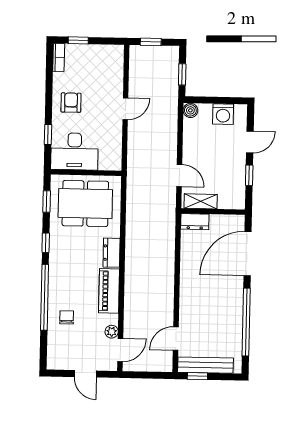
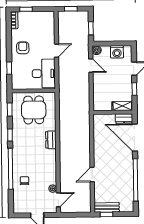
desk: (75, 151) -> (44, 73), moved, turned -90
door: (179, 175) -> (91, 66), moved
shelving: (201, 201) -> (122, 106), moved
dining table: (85, 204) -> (34, 110), width x0.73
dresser: (195, 222) -> (124, 119), moved
door: (248, 254) -> (135, 138), hinge flipped
piano: (109, 291) -> (50, 163), removed
door: (176, 339) -> (92, 175), moved
bench: (206, 365) -> (107, 207), width x0.73

